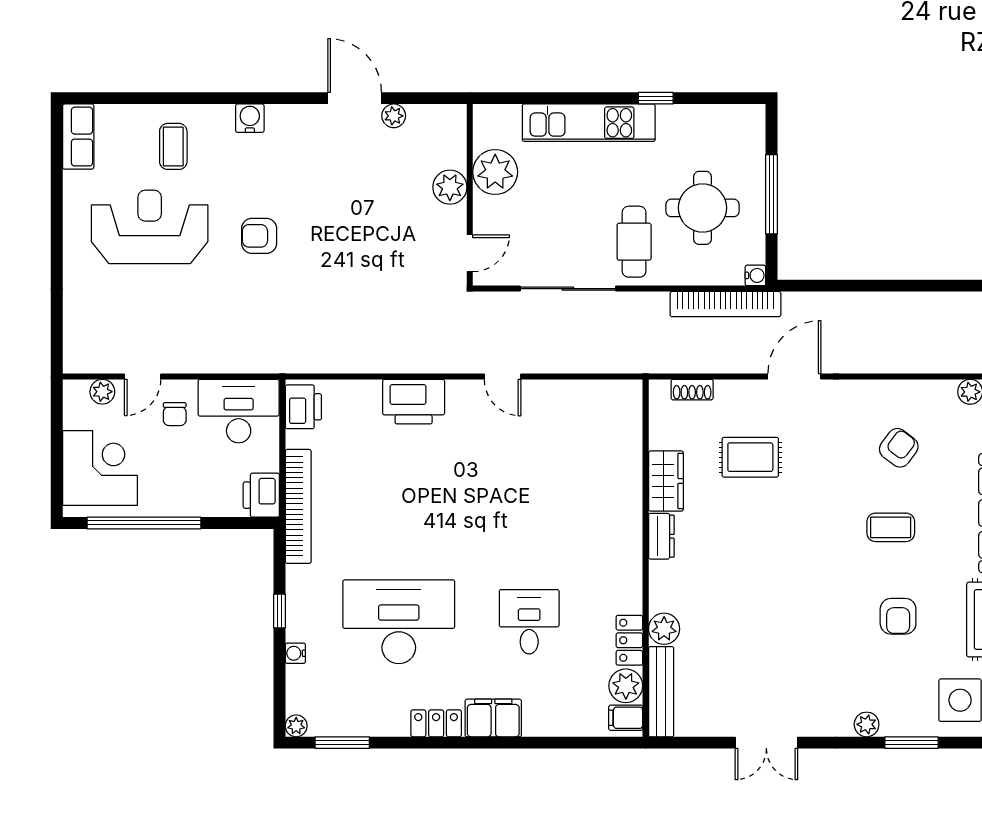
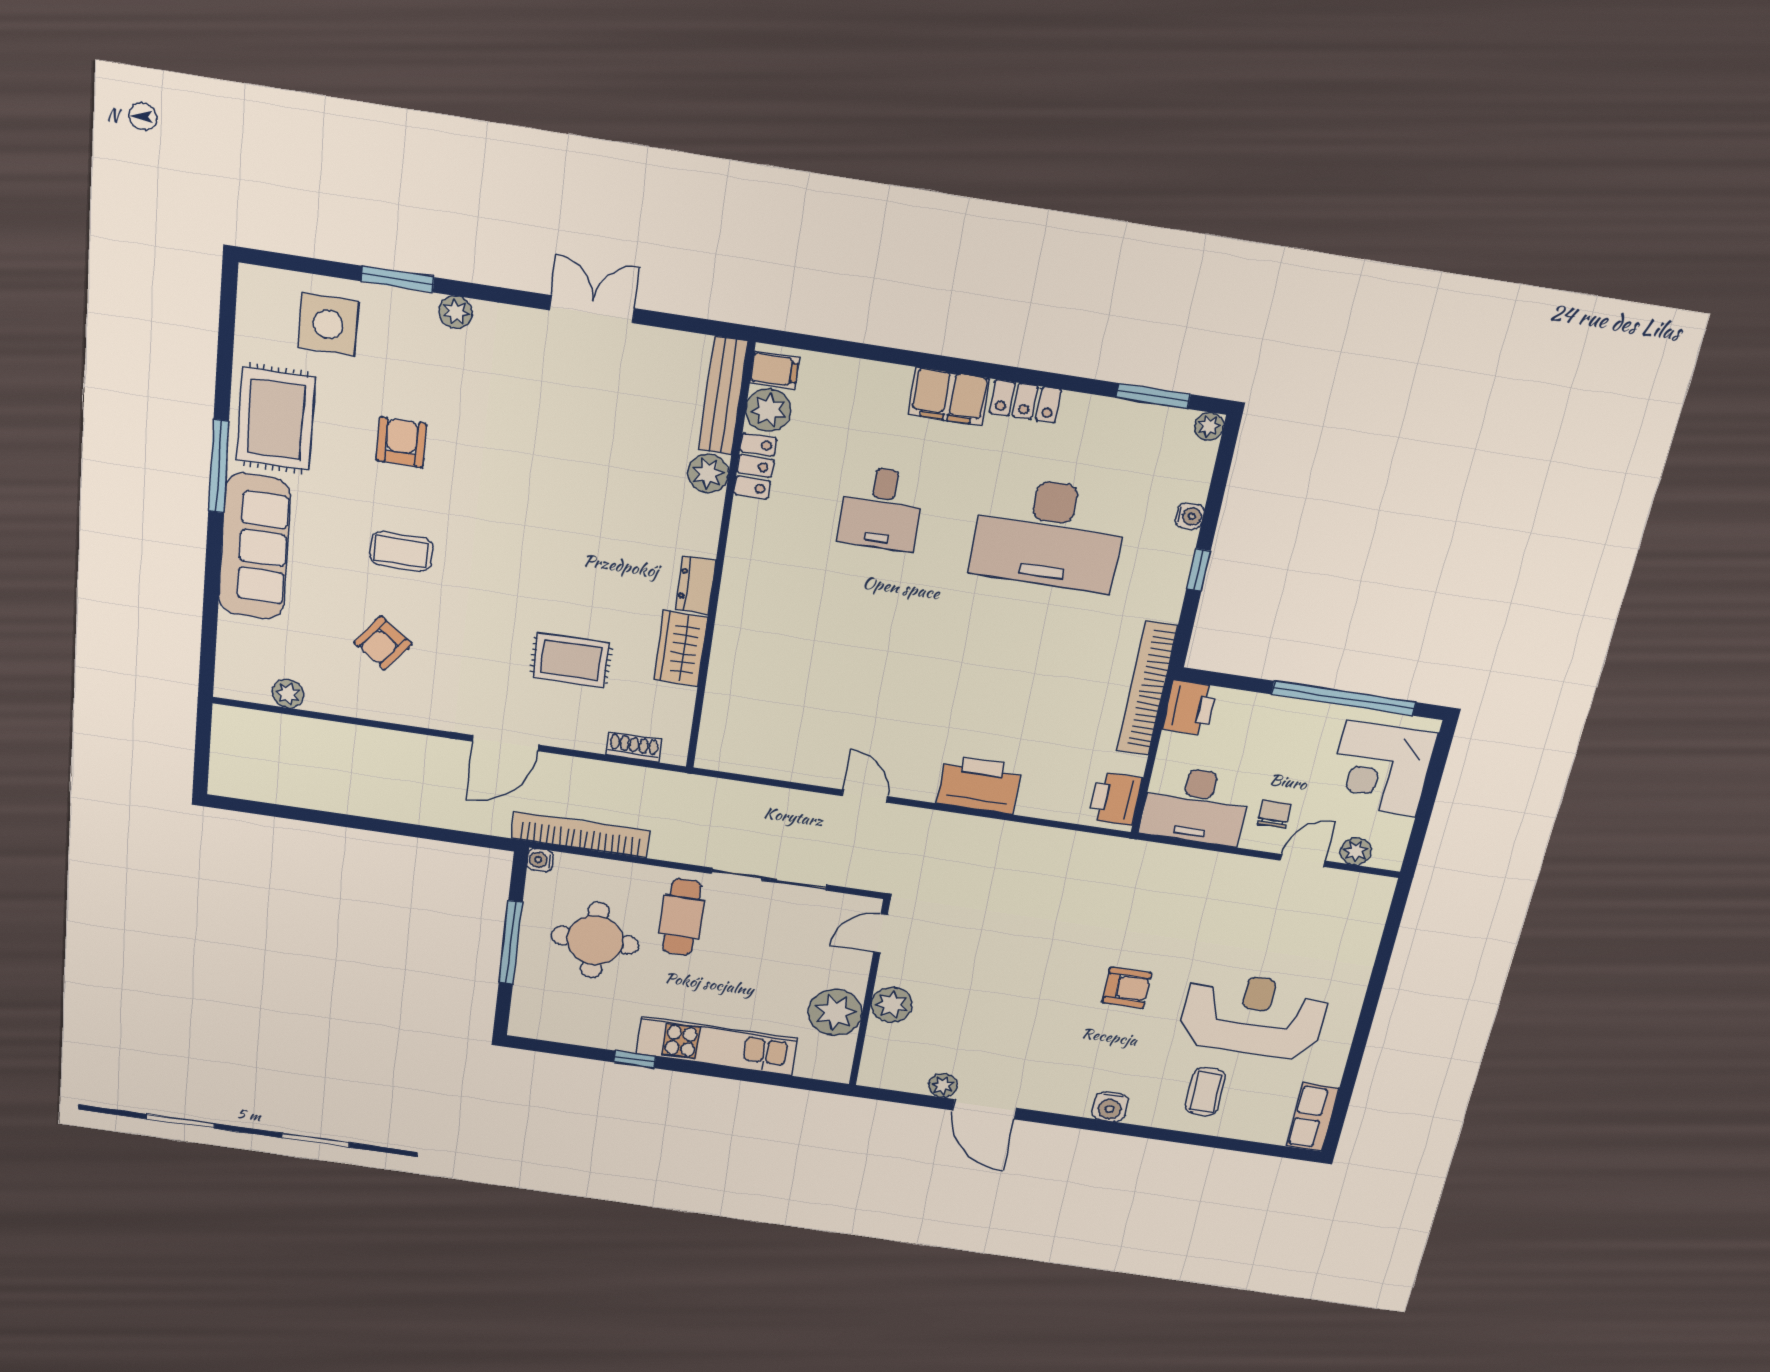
reception desk: (150, 227) -> (1254, 1015), turned 180

